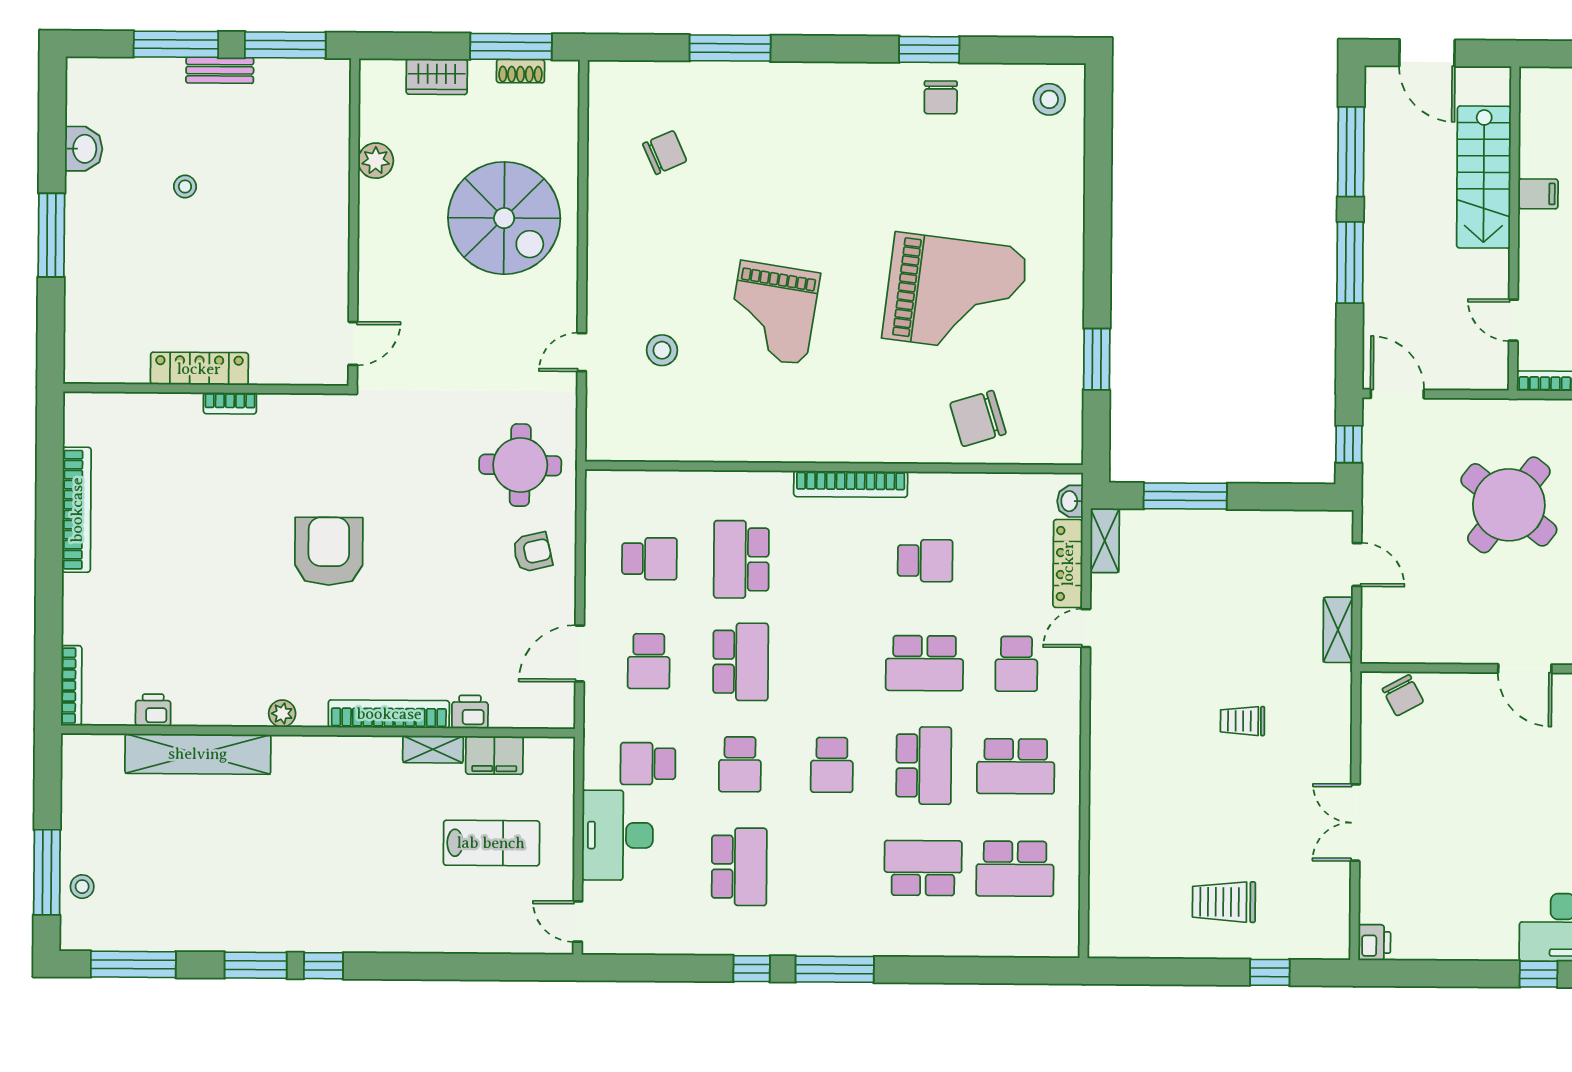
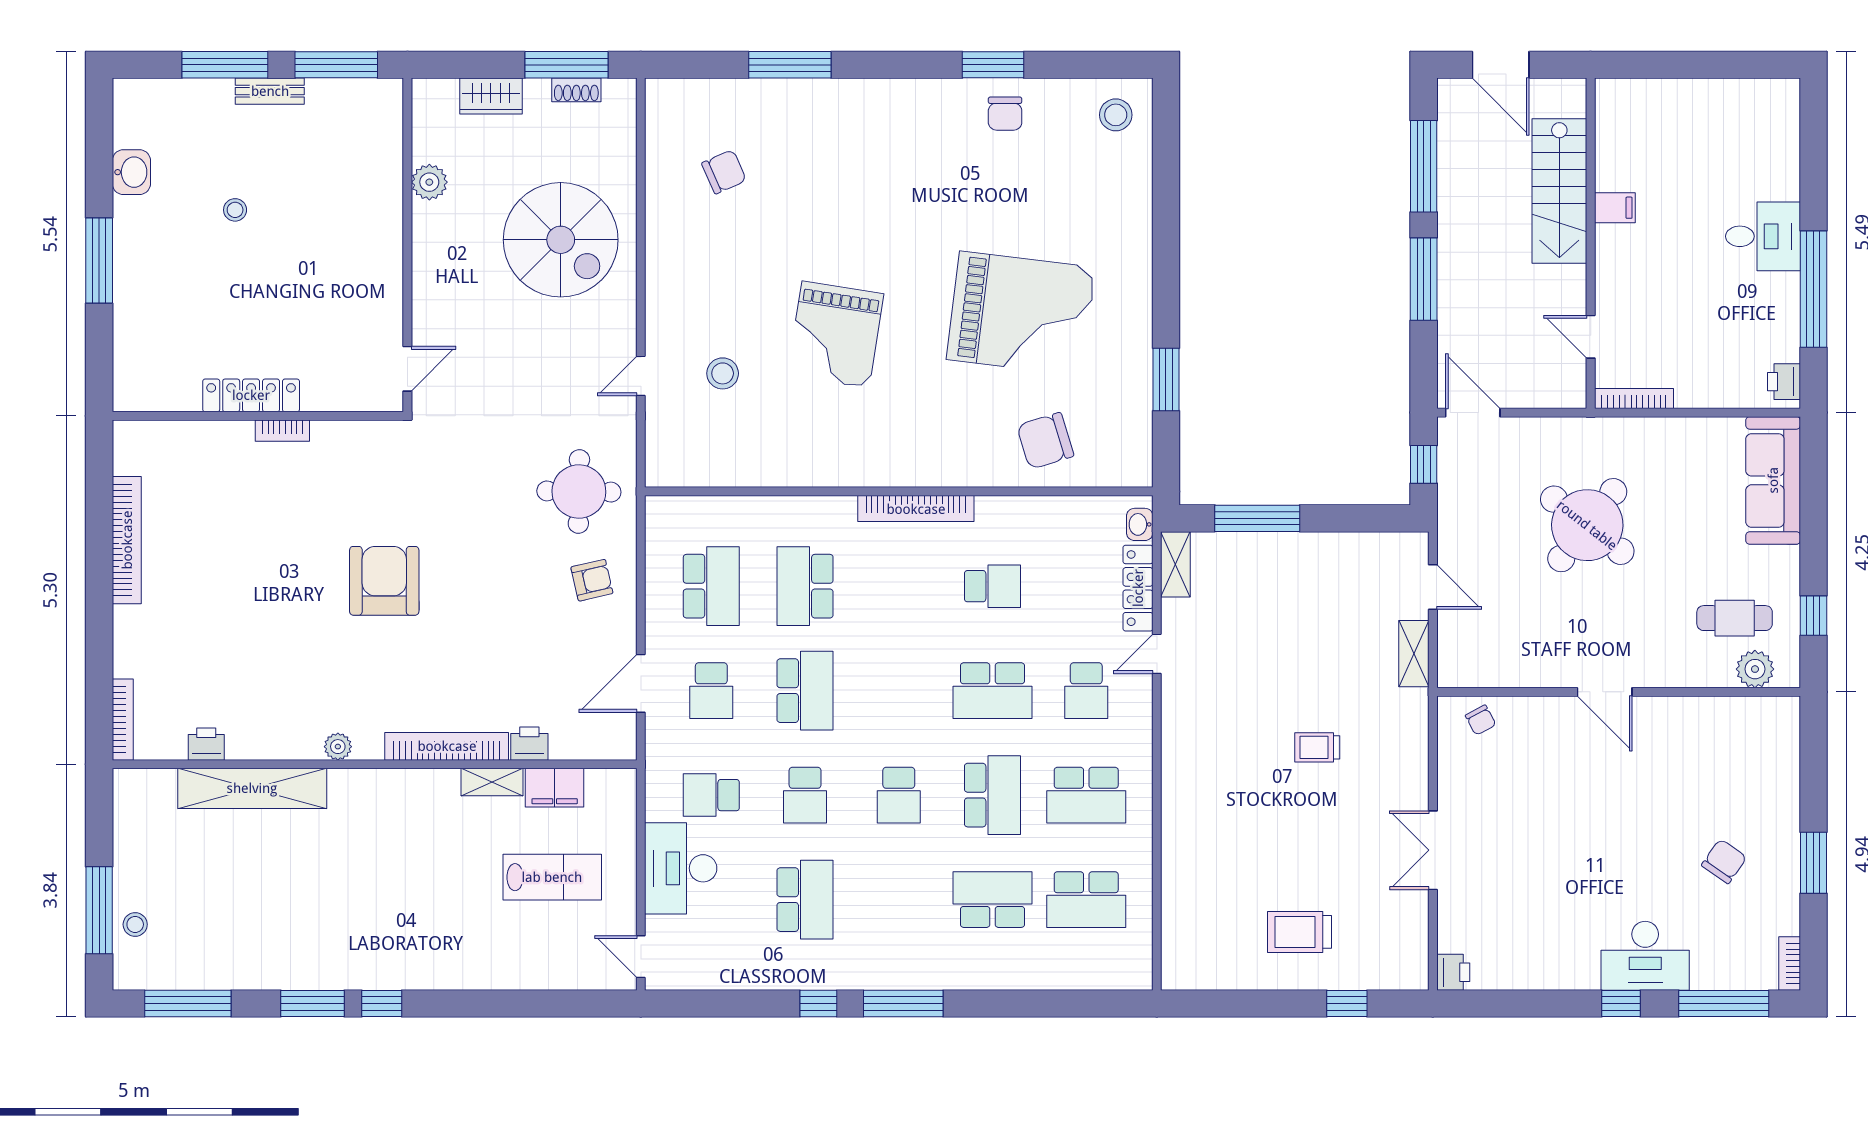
school desk: (649, 559) -> (711, 586), width x1.85
chair: (1403, 695) -> (1481, 720), width x0.73, depth x0.73

